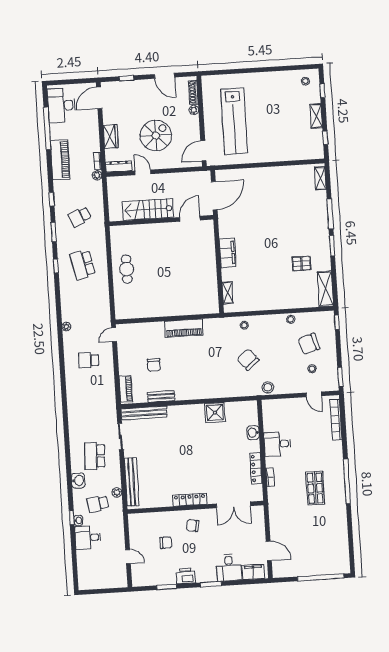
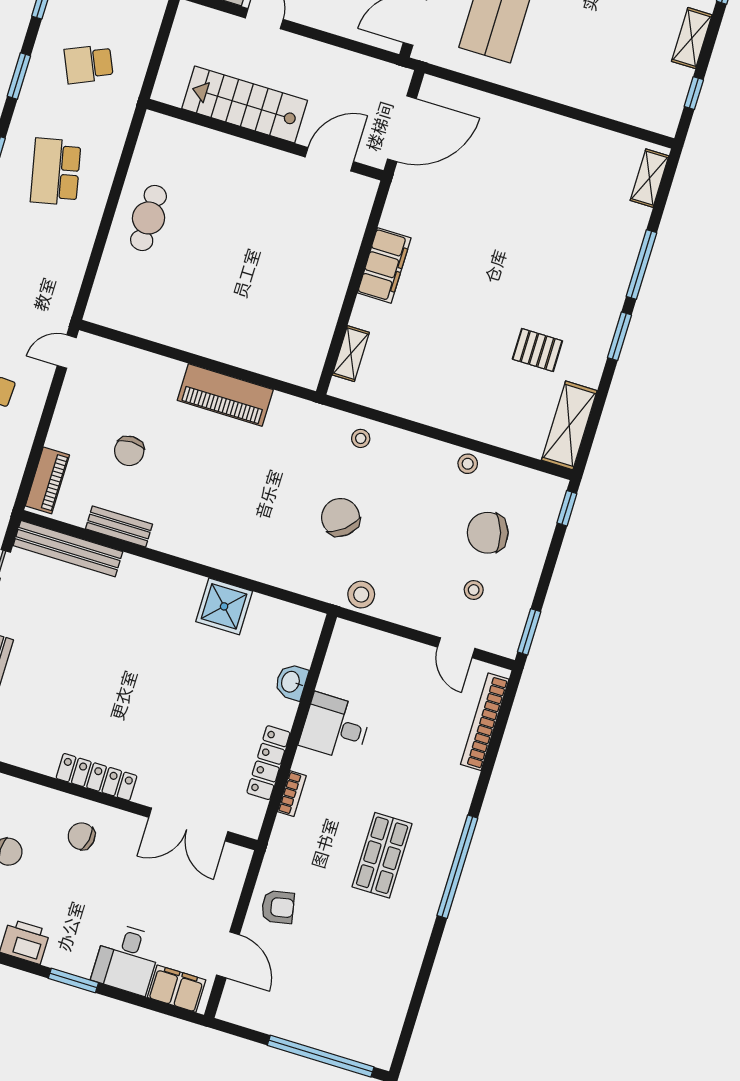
armchair: (281, 524) -> (278, 907), added

